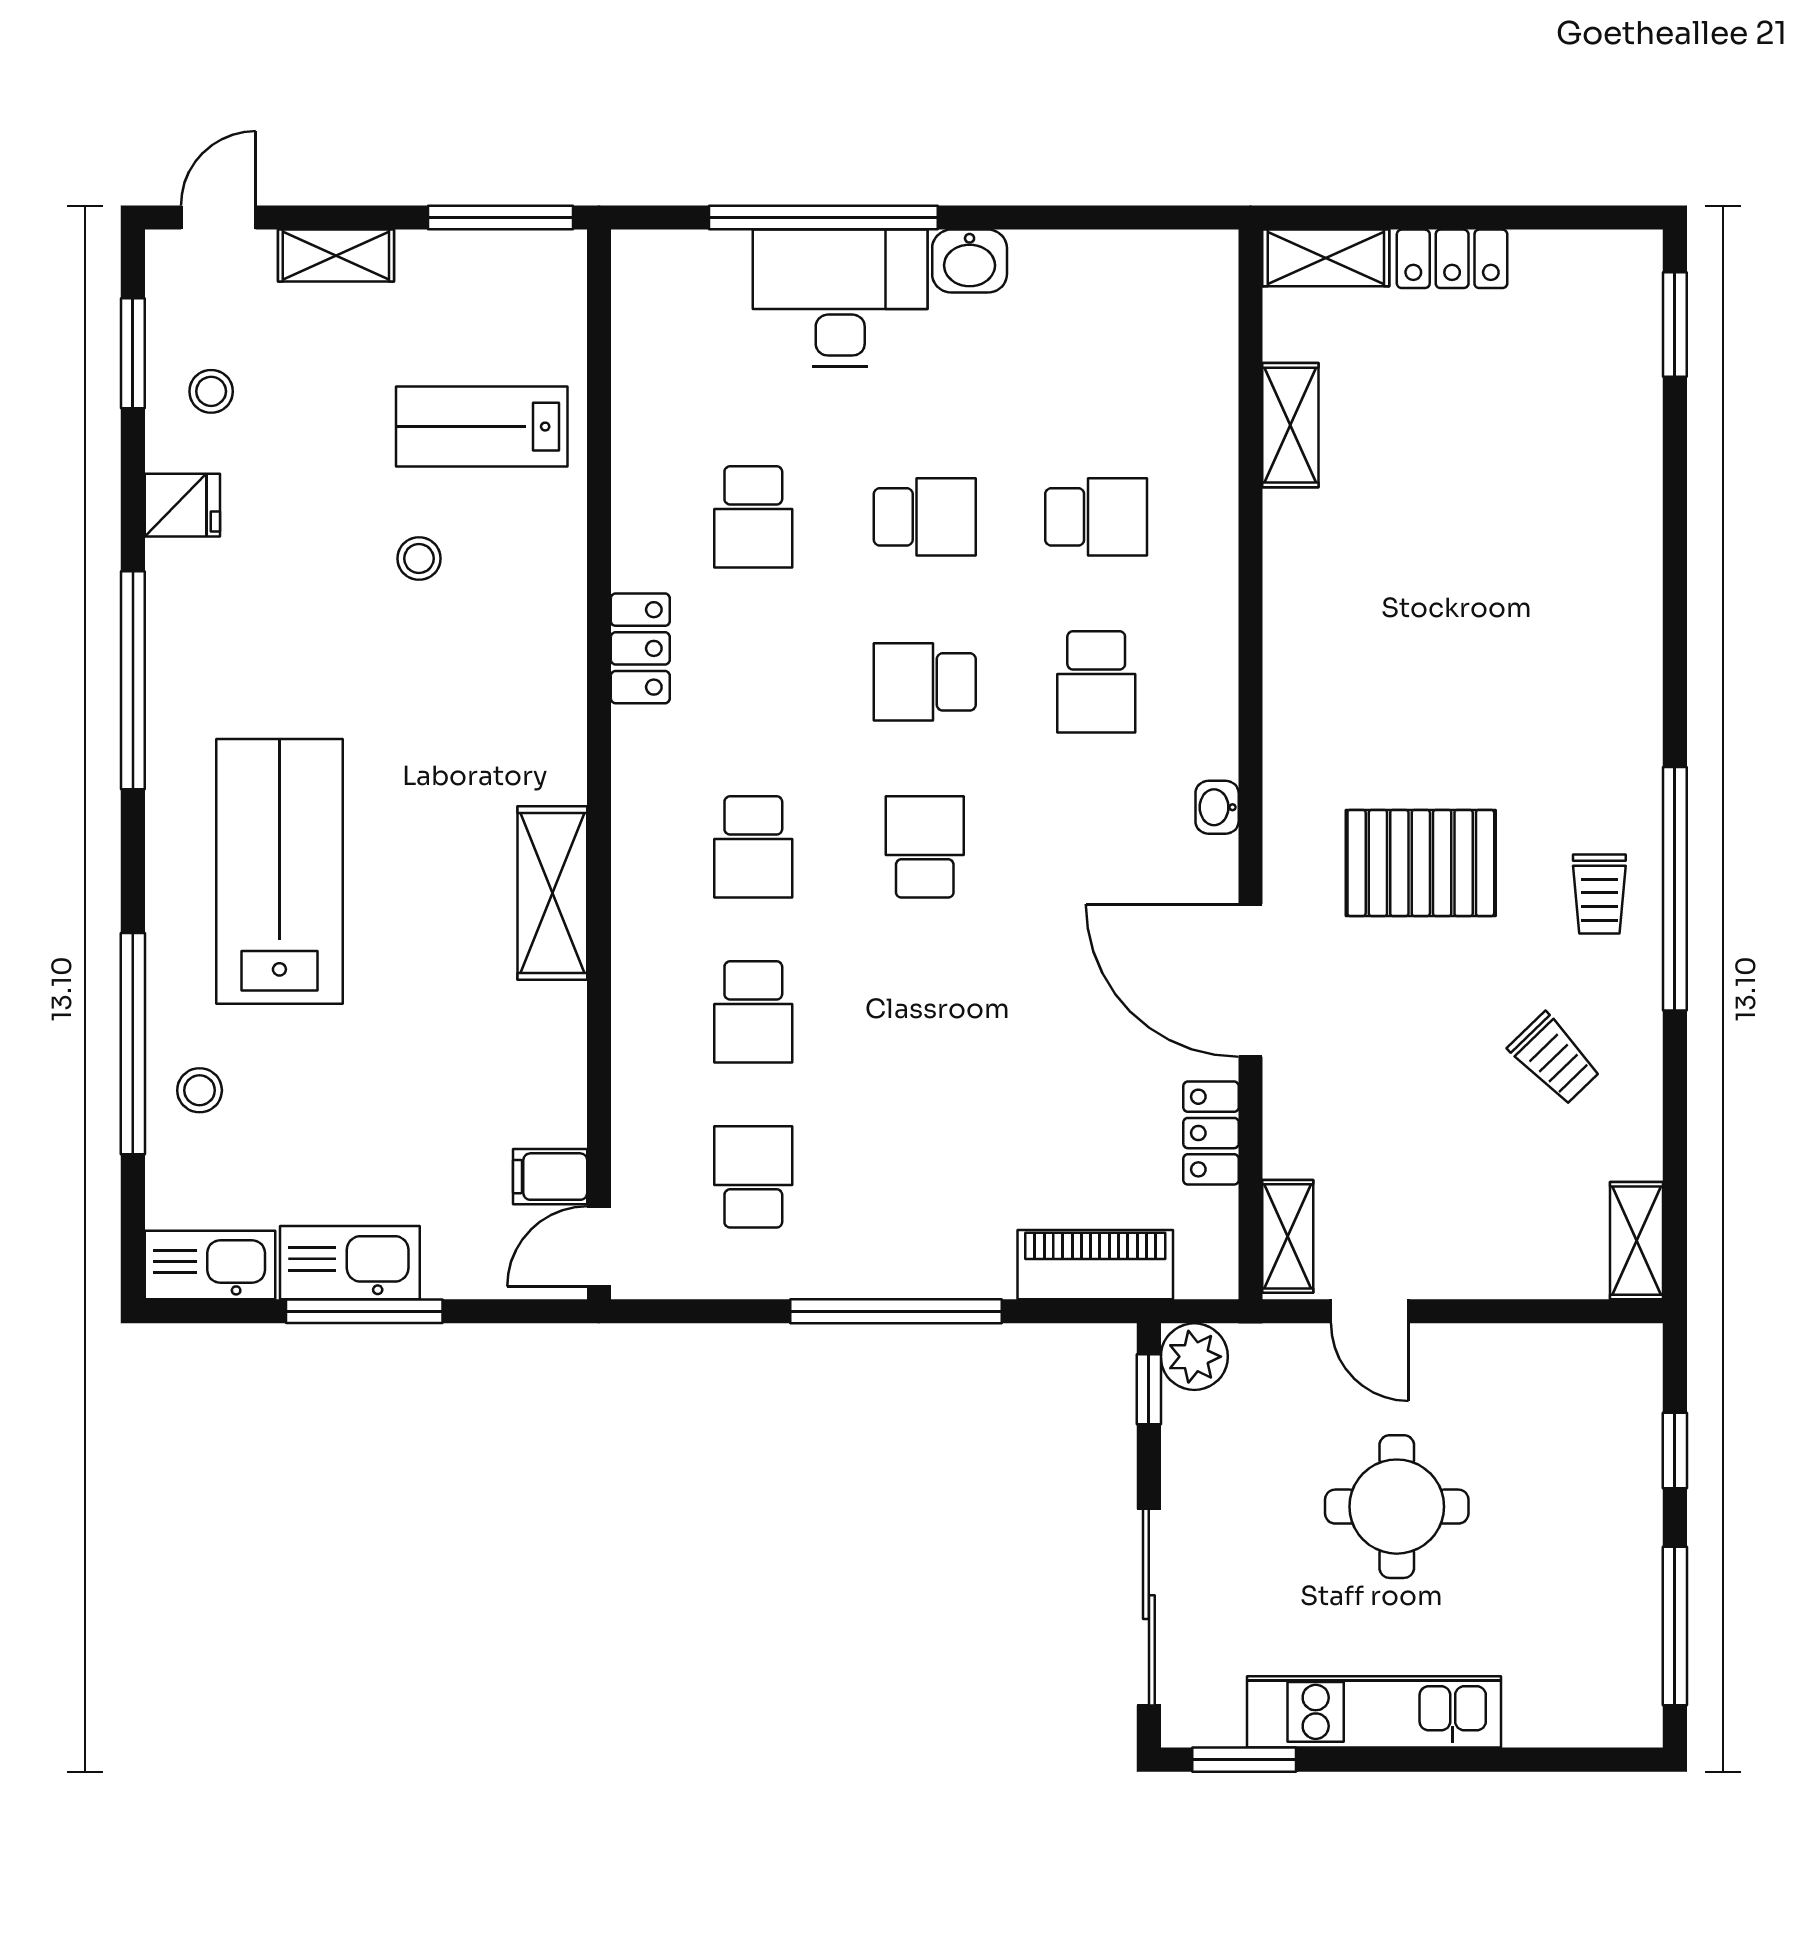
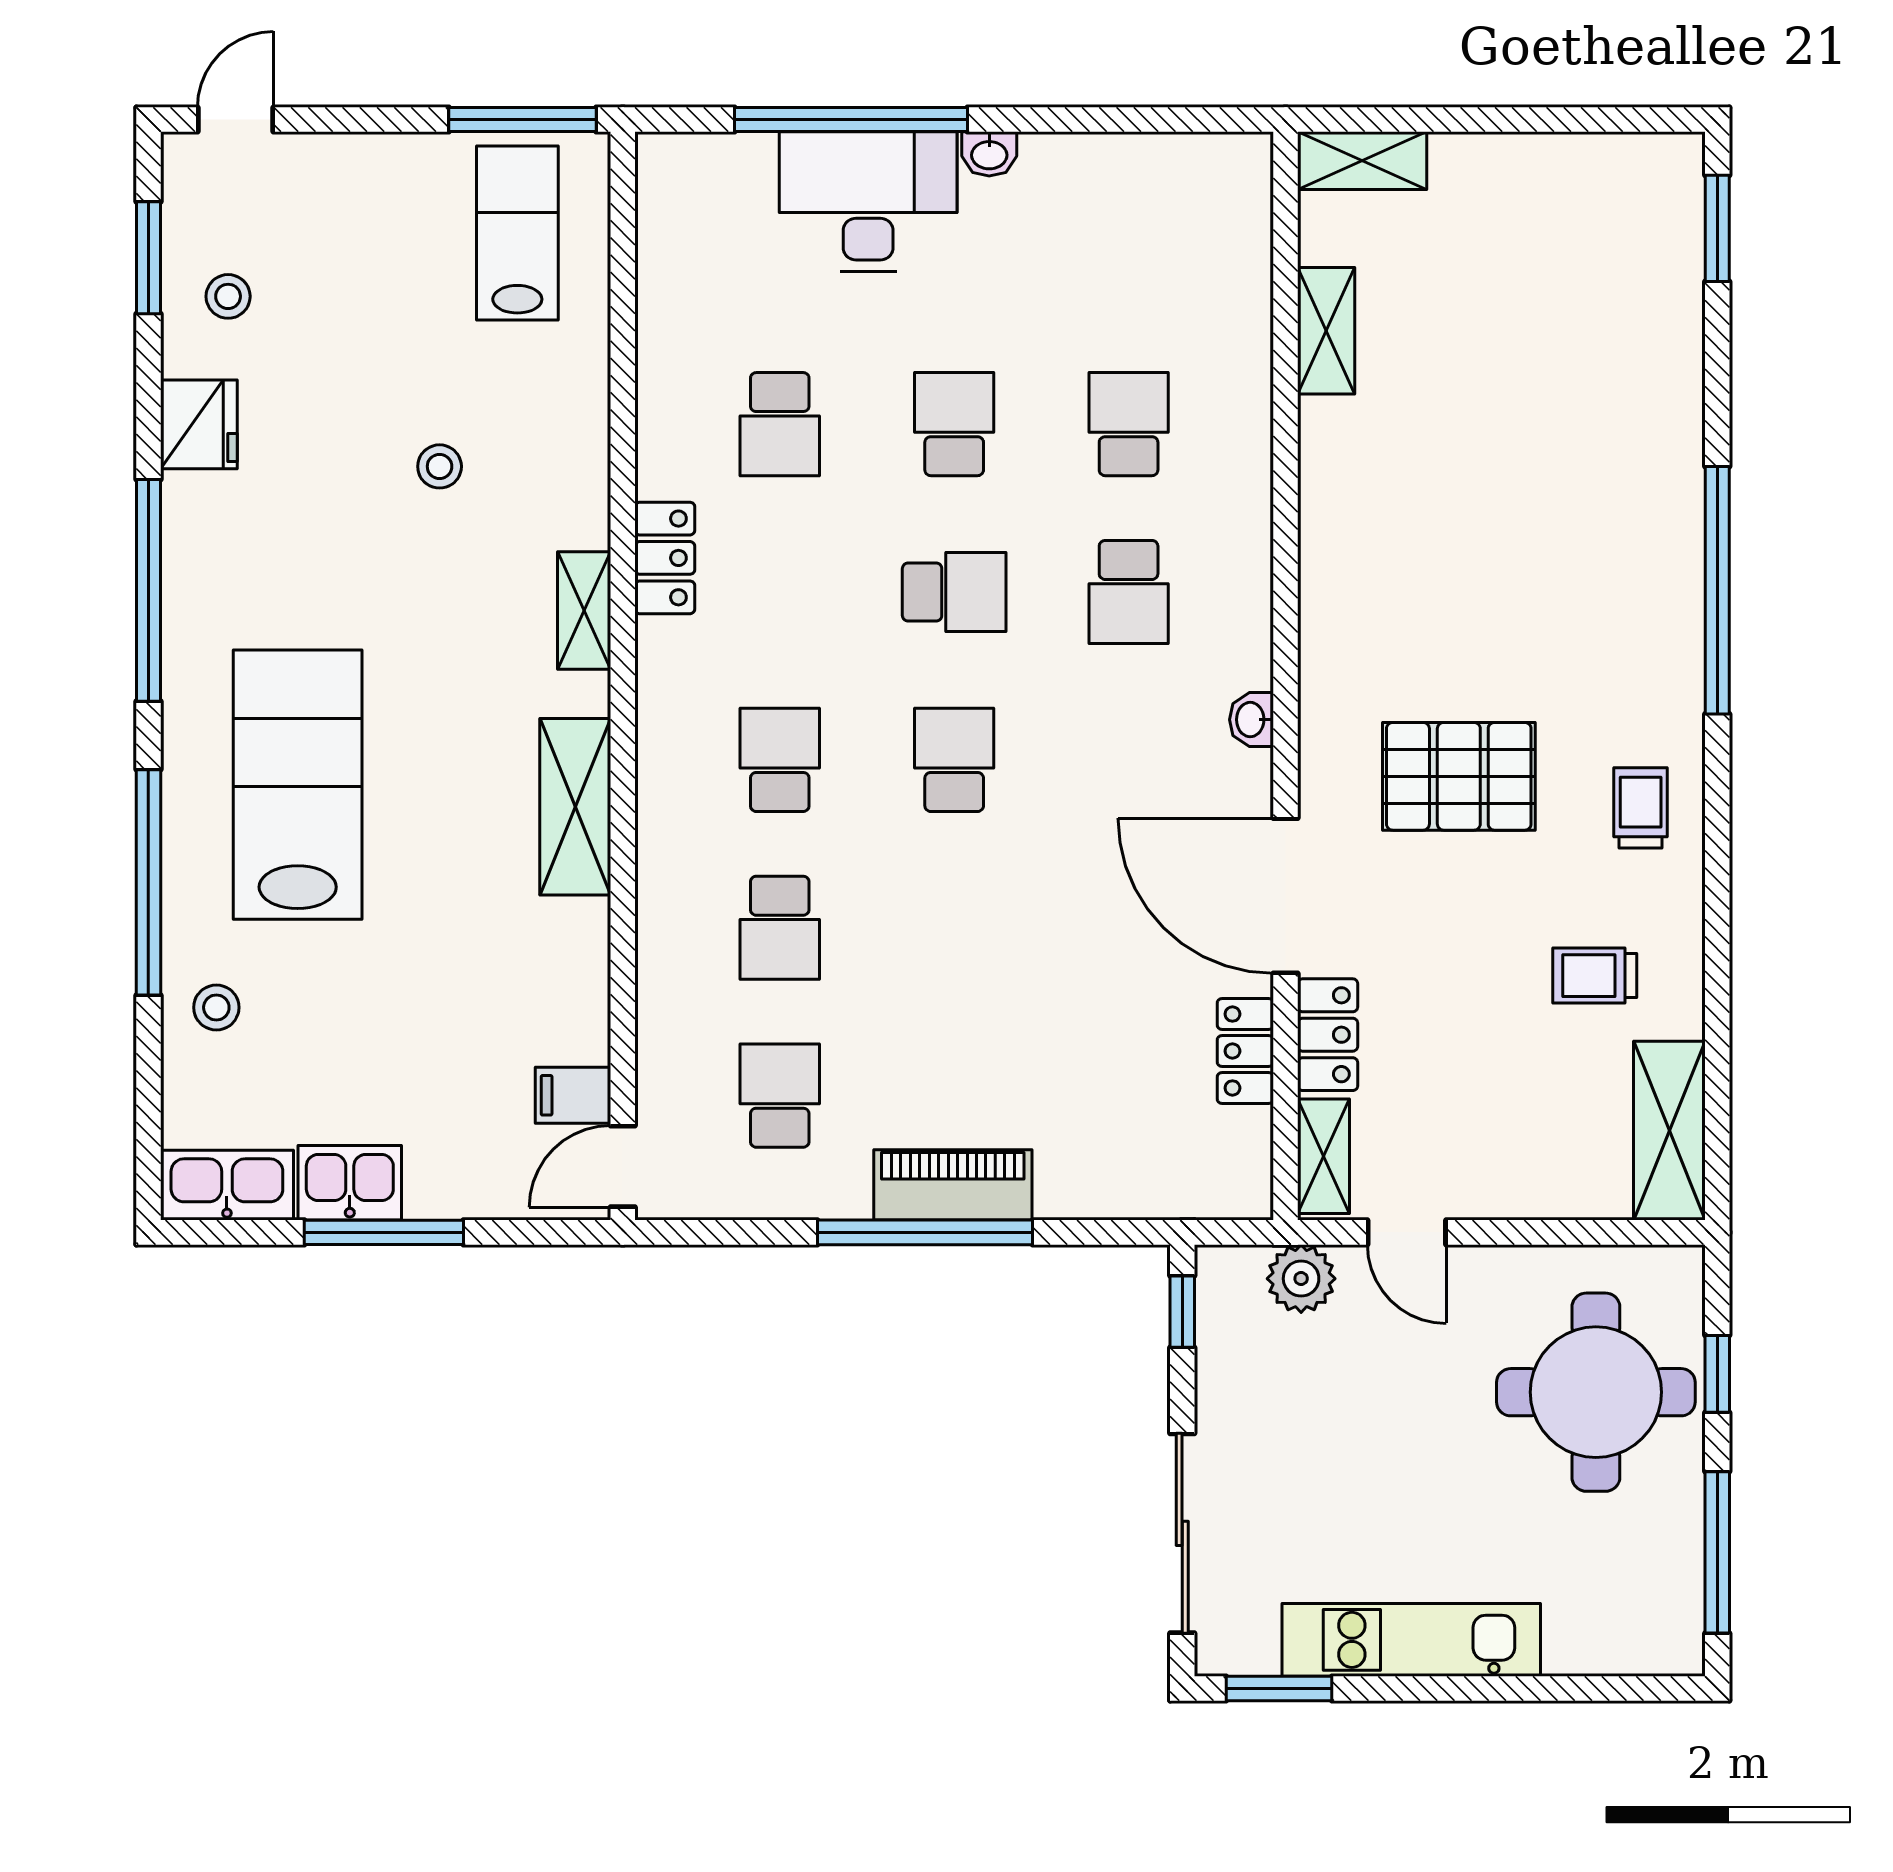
shelving: (336, 256) -> (584, 611), moved, turned 90
locker: (1452, 259) -> (1328, 1035), moved, turned -90
washbasin: (970, 261) -> (989, 154), width x0.72, depth x0.69
lab bench: (482, 427) -> (517, 233), moved, turned 90
fridge: (182, 505) -> (199, 424), width x1.38
school desk: (925, 517) -> (954, 424), turned -90
school desk: (1096, 517) -> (1129, 424), turned -90
school desk: (925, 682) -> (954, 592), turned 180
school desk: (753, 847) -> (780, 760), turned 180
window: (1675, 889) -> (1717, 590), moved
trolley: (1599, 894) -> (1641, 808), turned 180
window: (133, 1044) -> (148, 882), moved
trolley: (1554, 1059) -> (1595, 976), turned 134
shelving: (1637, 1241) -> (1669, 1131), width x1.50, depth x1.33
kitchen sink: (350, 1263) -> (350, 1183), width x0.73
piano: (1095, 1265) -> (953, 1185), moved
plant: (1194, 1357) -> (1301, 1279), moved
round table: (1397, 1507) -> (1596, 1392), moved, width x1.36, depth x1.36

